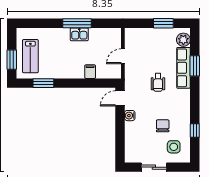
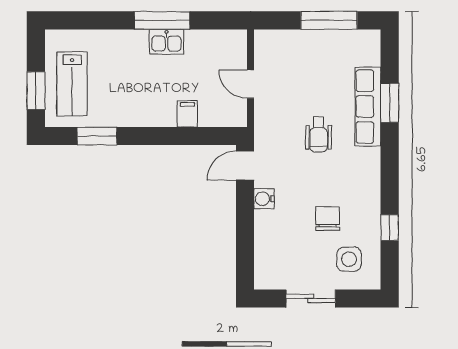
window: (163, 23) -> (329, 20), width x1.44
plant: (183, 40) -> (368, 52), removed
door: (123, 56) -> (251, 84), hinge flipped

